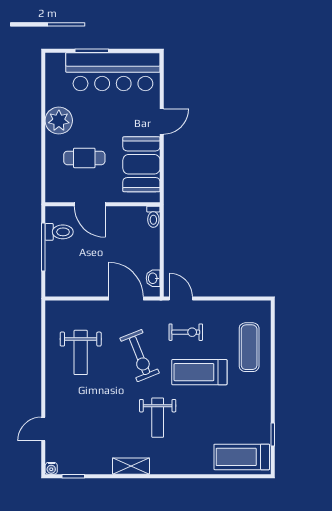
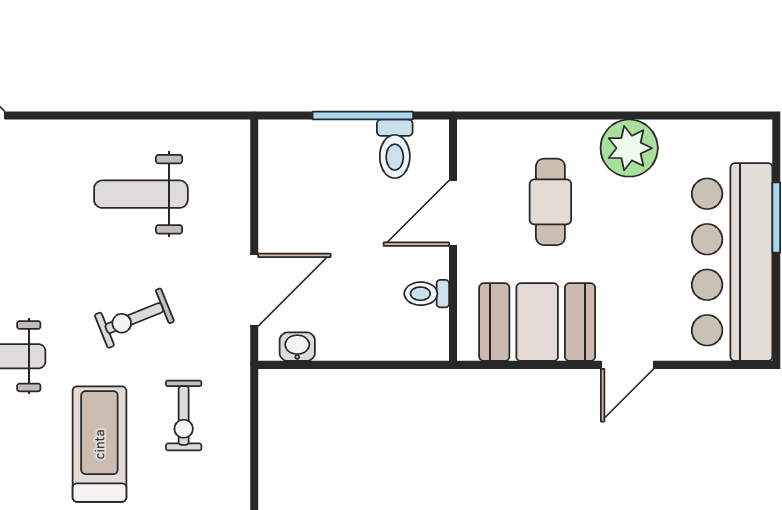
door: (162, 121) -> (627, 365), hinge flipped
toilet: (153, 217) -> (427, 294), moved
door: (181, 299) -> (254, 405), removed
exercise bike: (140, 356) -> (134, 318), width x0.73, depth x0.72

